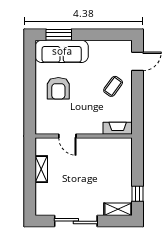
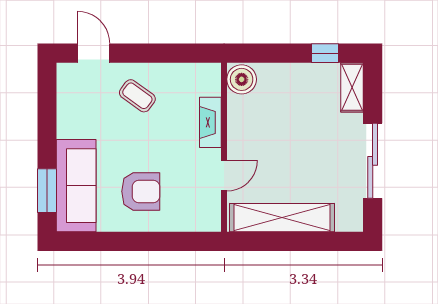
fireplace: (118, 128) -> (210, 122), moved
boiler: (122, 146) -> (242, 79), added
shelving: (41, 169) -> (282, 218), width x2.20, depth x1.33

